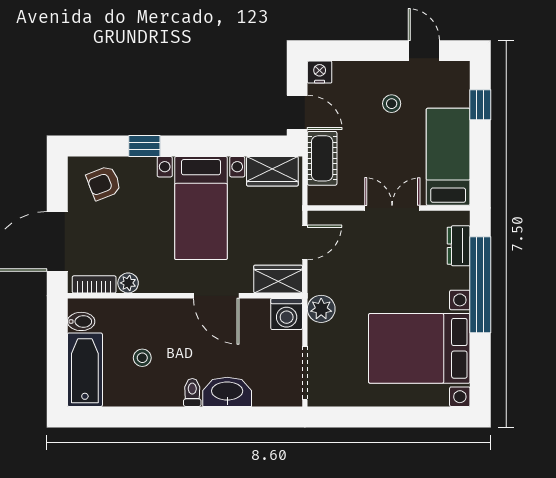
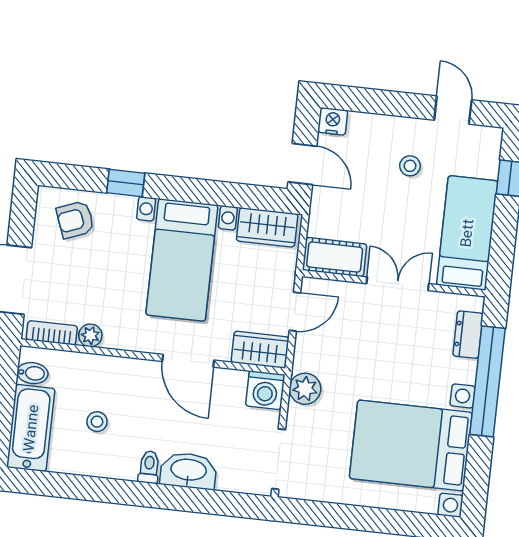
cot: (322, 158) -> (335, 257), moved, turned 90

